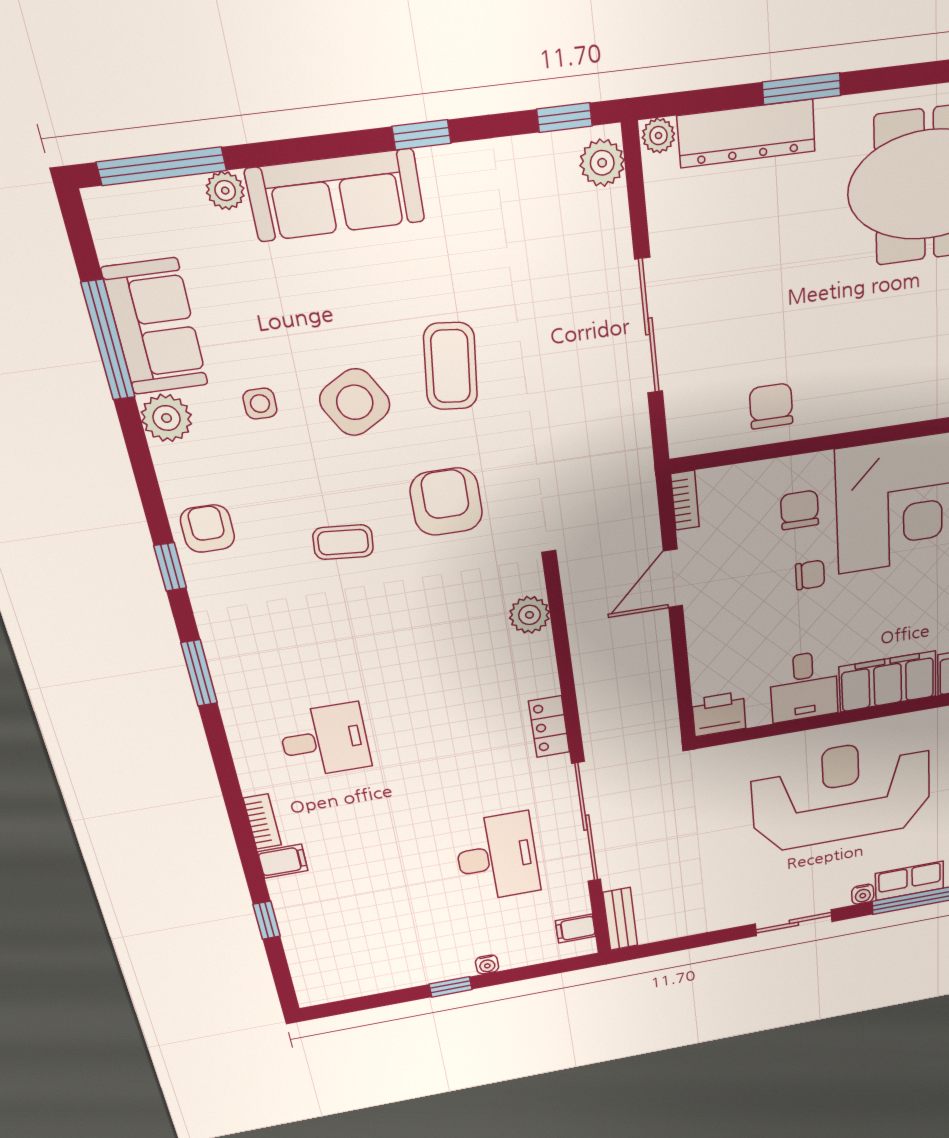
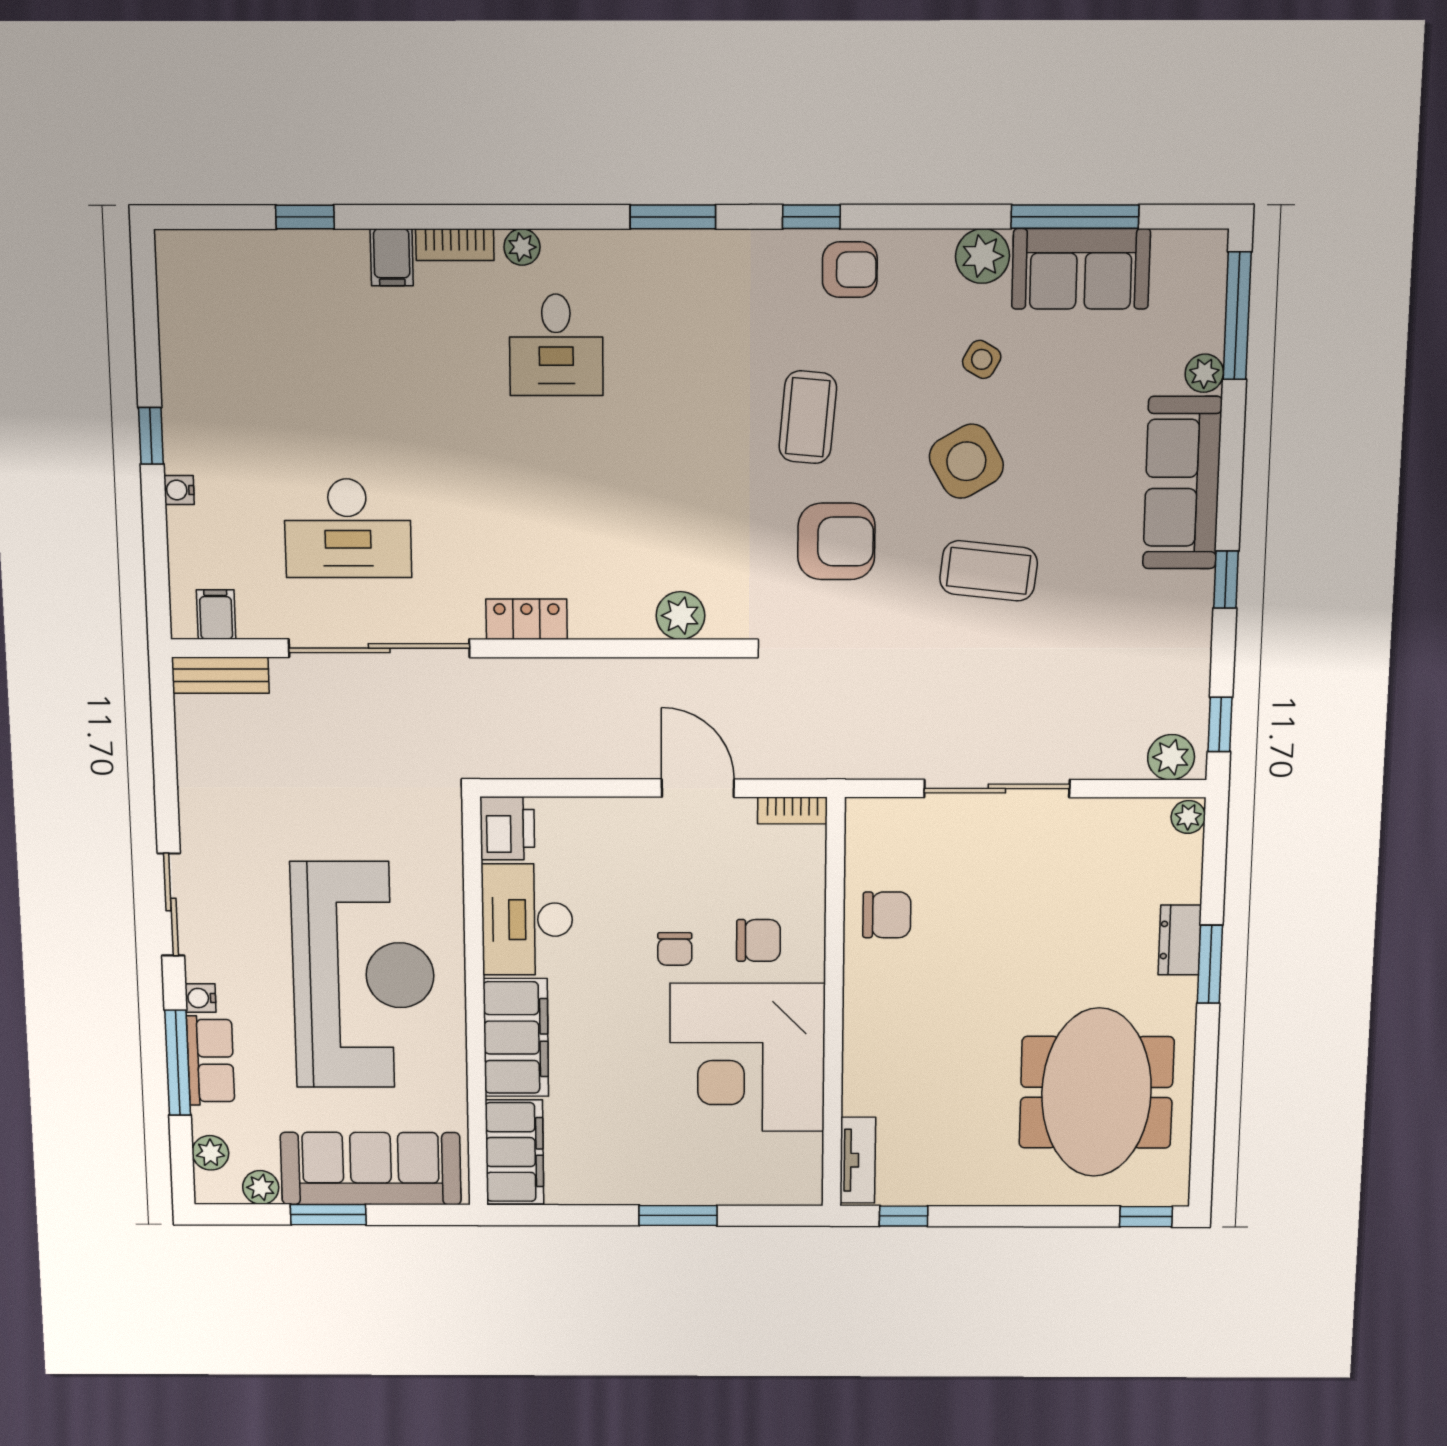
dresser: (747, 134) -> (1180, 940), width x0.51, depth x0.80
side table: (260, 404) -> (982, 359), turned 30
coffee table: (343, 542) -> (808, 417), width x1.36, depth x1.30
desk: (804, 686) -> (527, 920), width x1.37
plant: (252, 776) -> (522, 247), added

